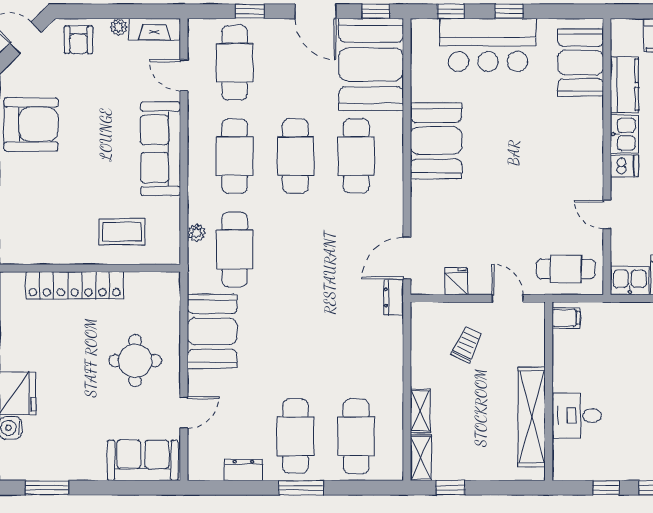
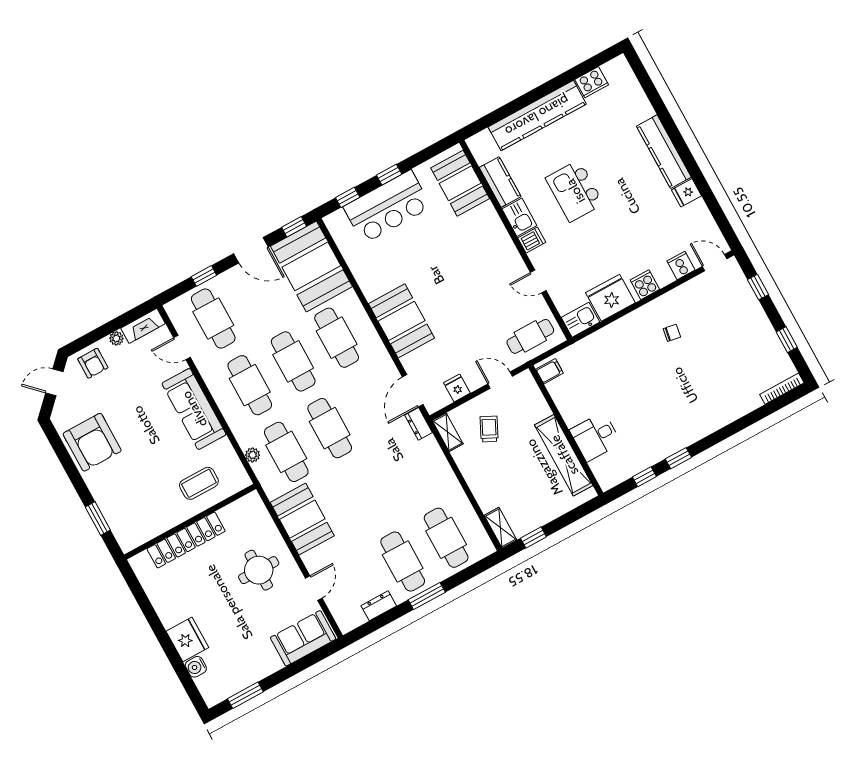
armchair: (31, 124) -> (92, 442), turned 90
booth: (436, 141) -> (401, 321), moved
cafe table: (295, 250) -> (330, 428), added
shelving: (420, 411) -> (448, 432), moved

